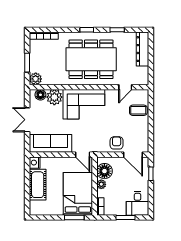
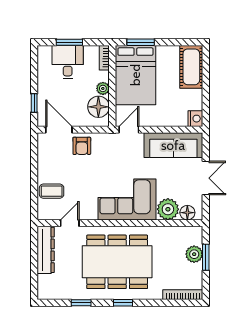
dresser: (143, 49) -> (46, 250), moved
plant: (36, 79) -> (194, 254), moved
door: (83, 155) -> (129, 130), hinge flipped
cot: (38, 185) -> (191, 67), moved
desk: (138, 203) -> (68, 62), moved

